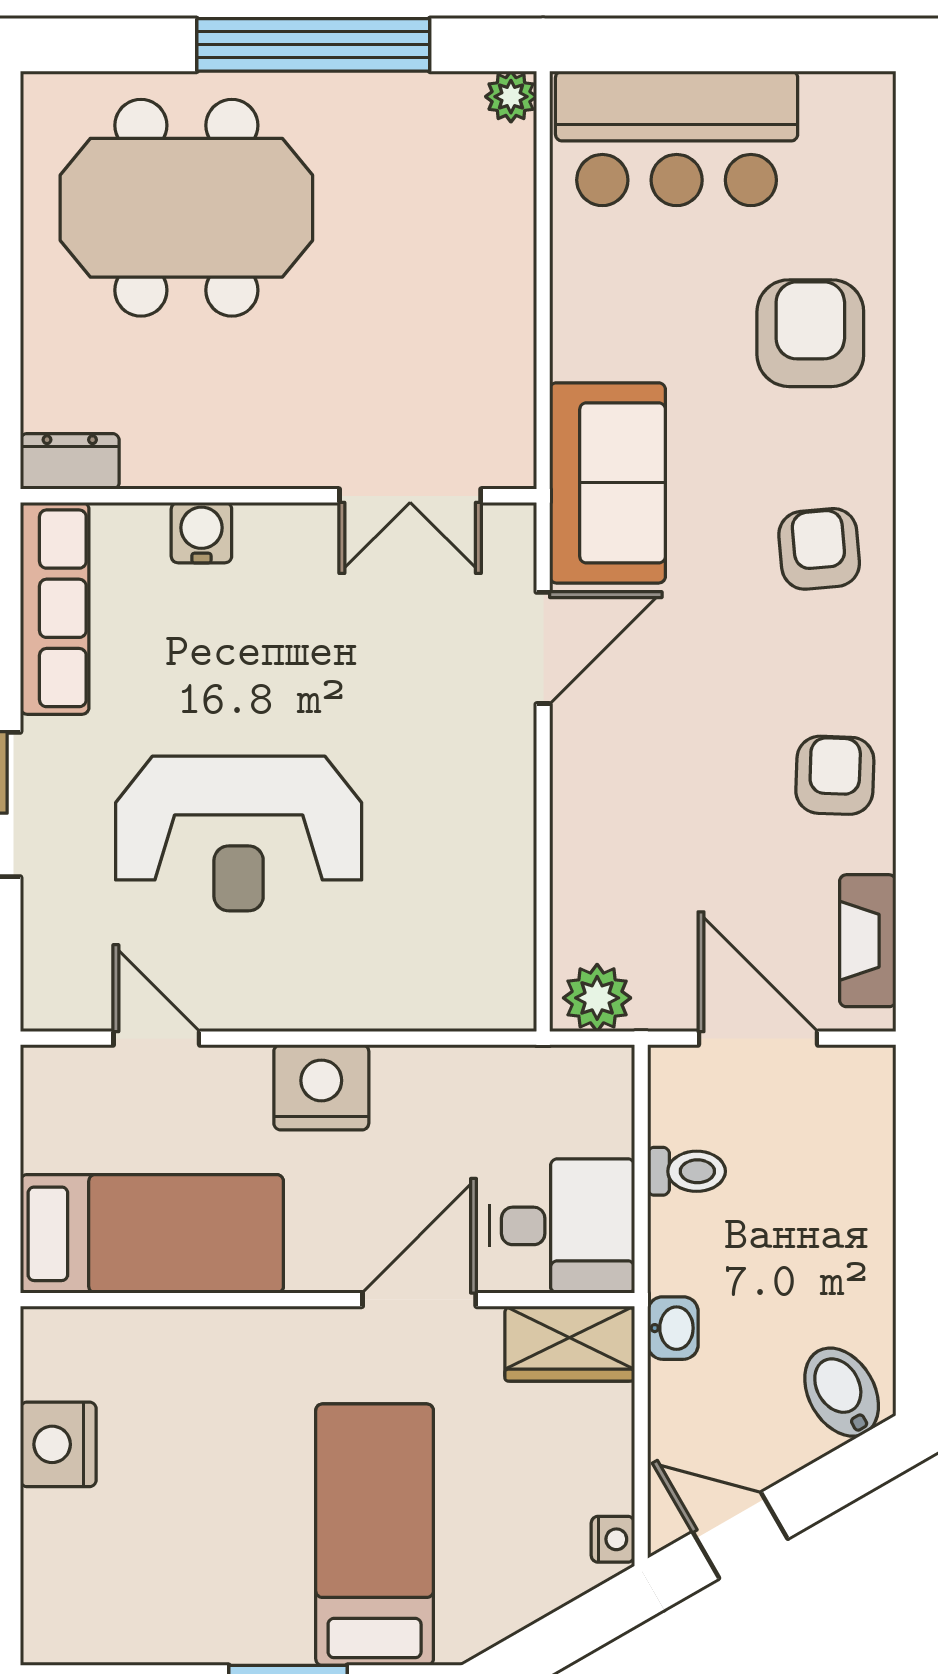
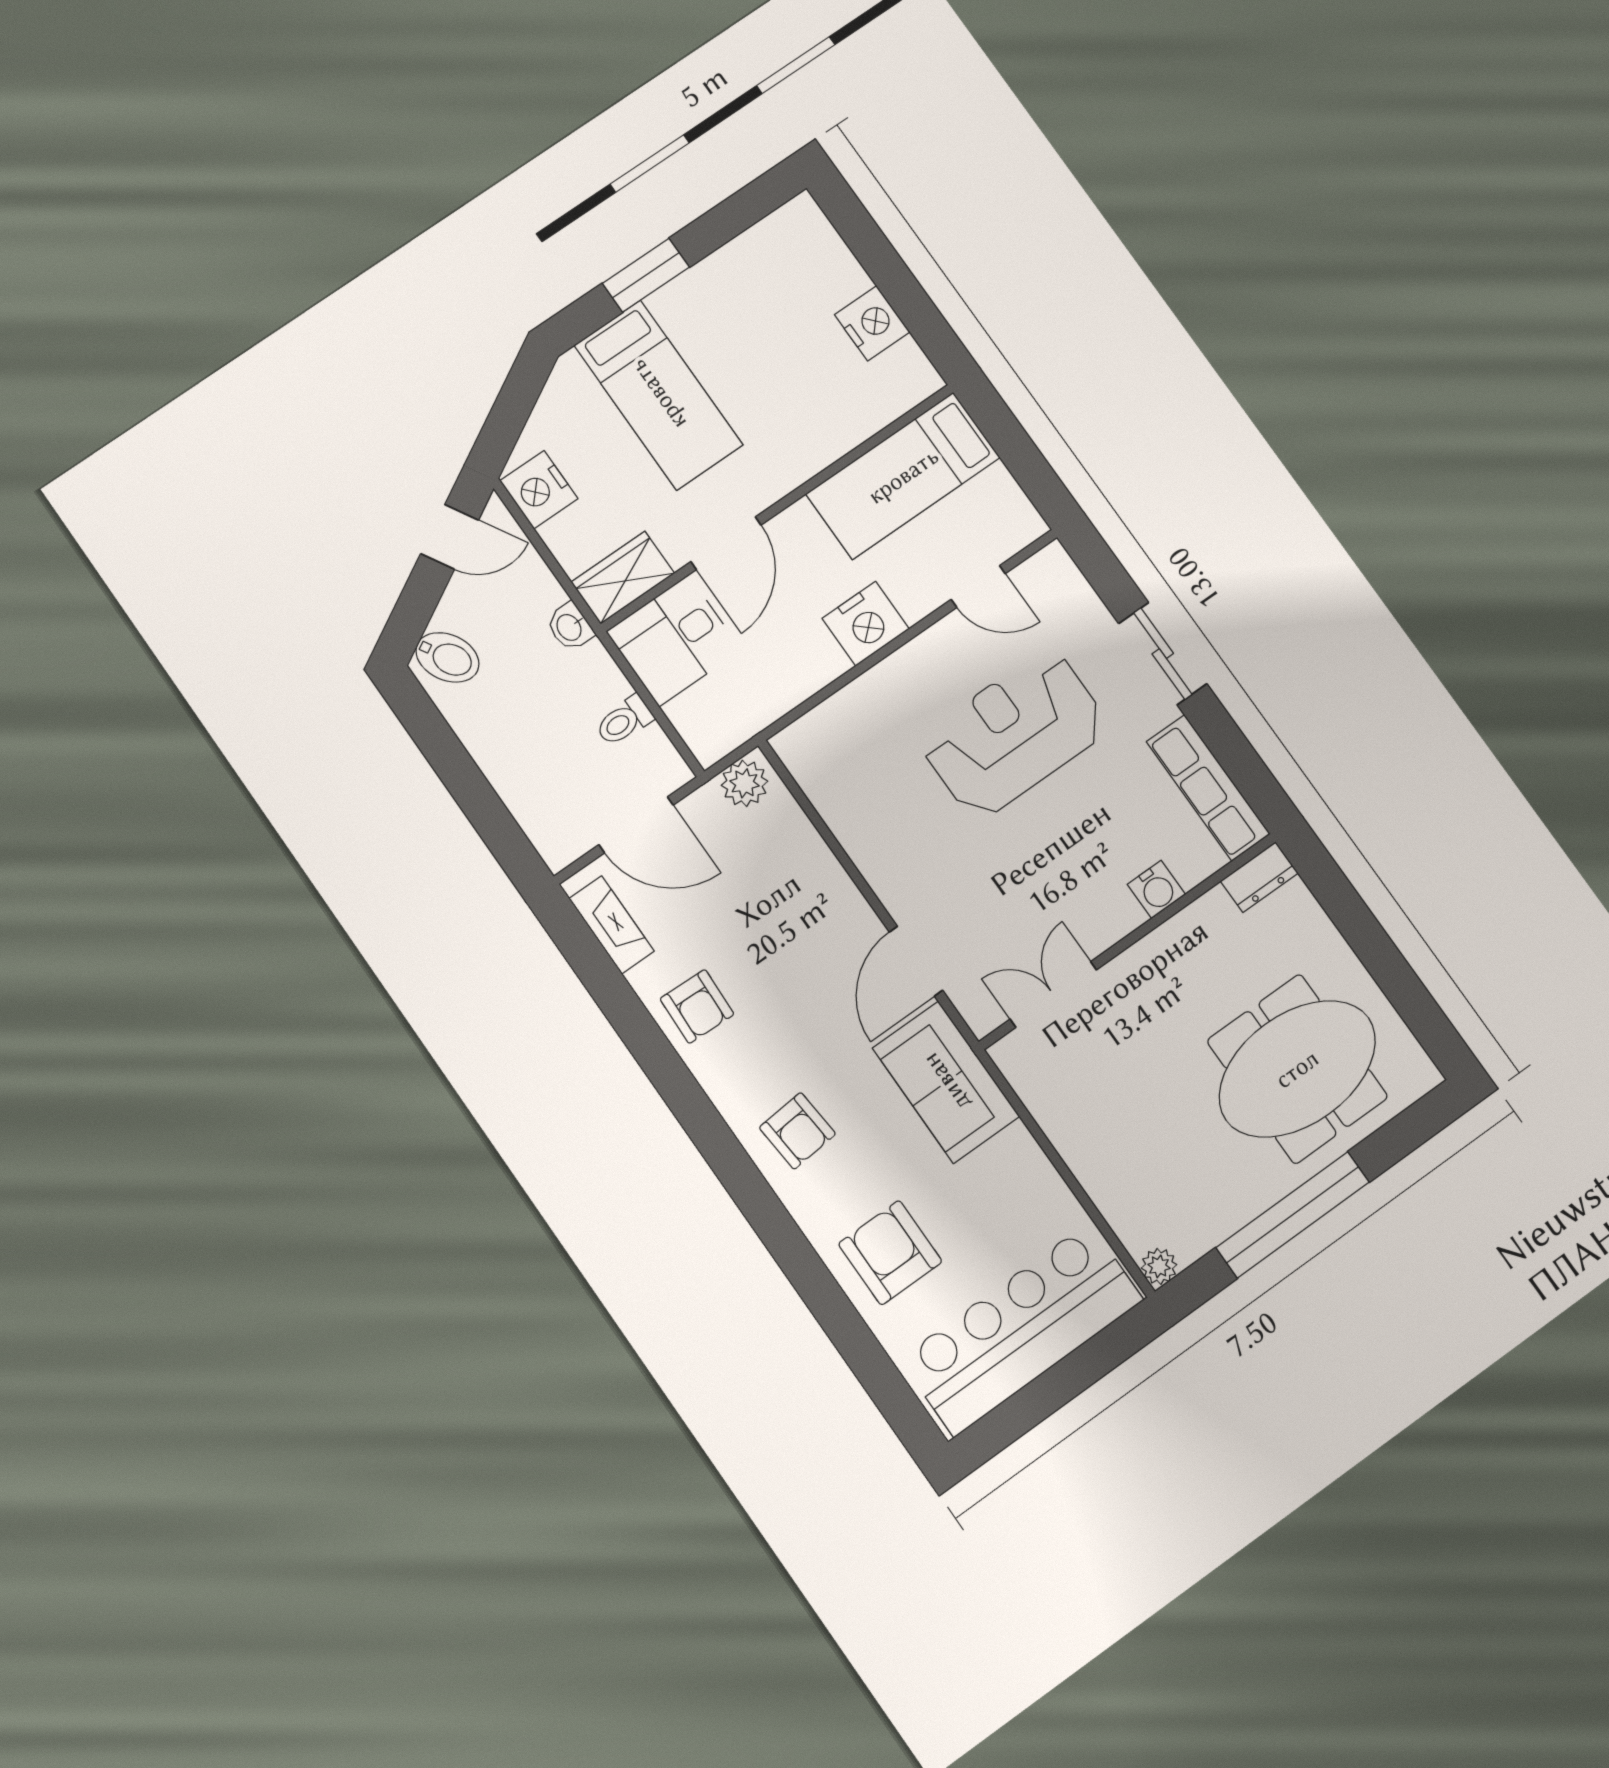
bar counter: (677, 138) -> (1022, 1329), width x1.36
armchair: (810, 333) -> (890, 1253), turned 180
nightstand: (613, 1539) -> (539, 490), width x1.89, depth x1.79

